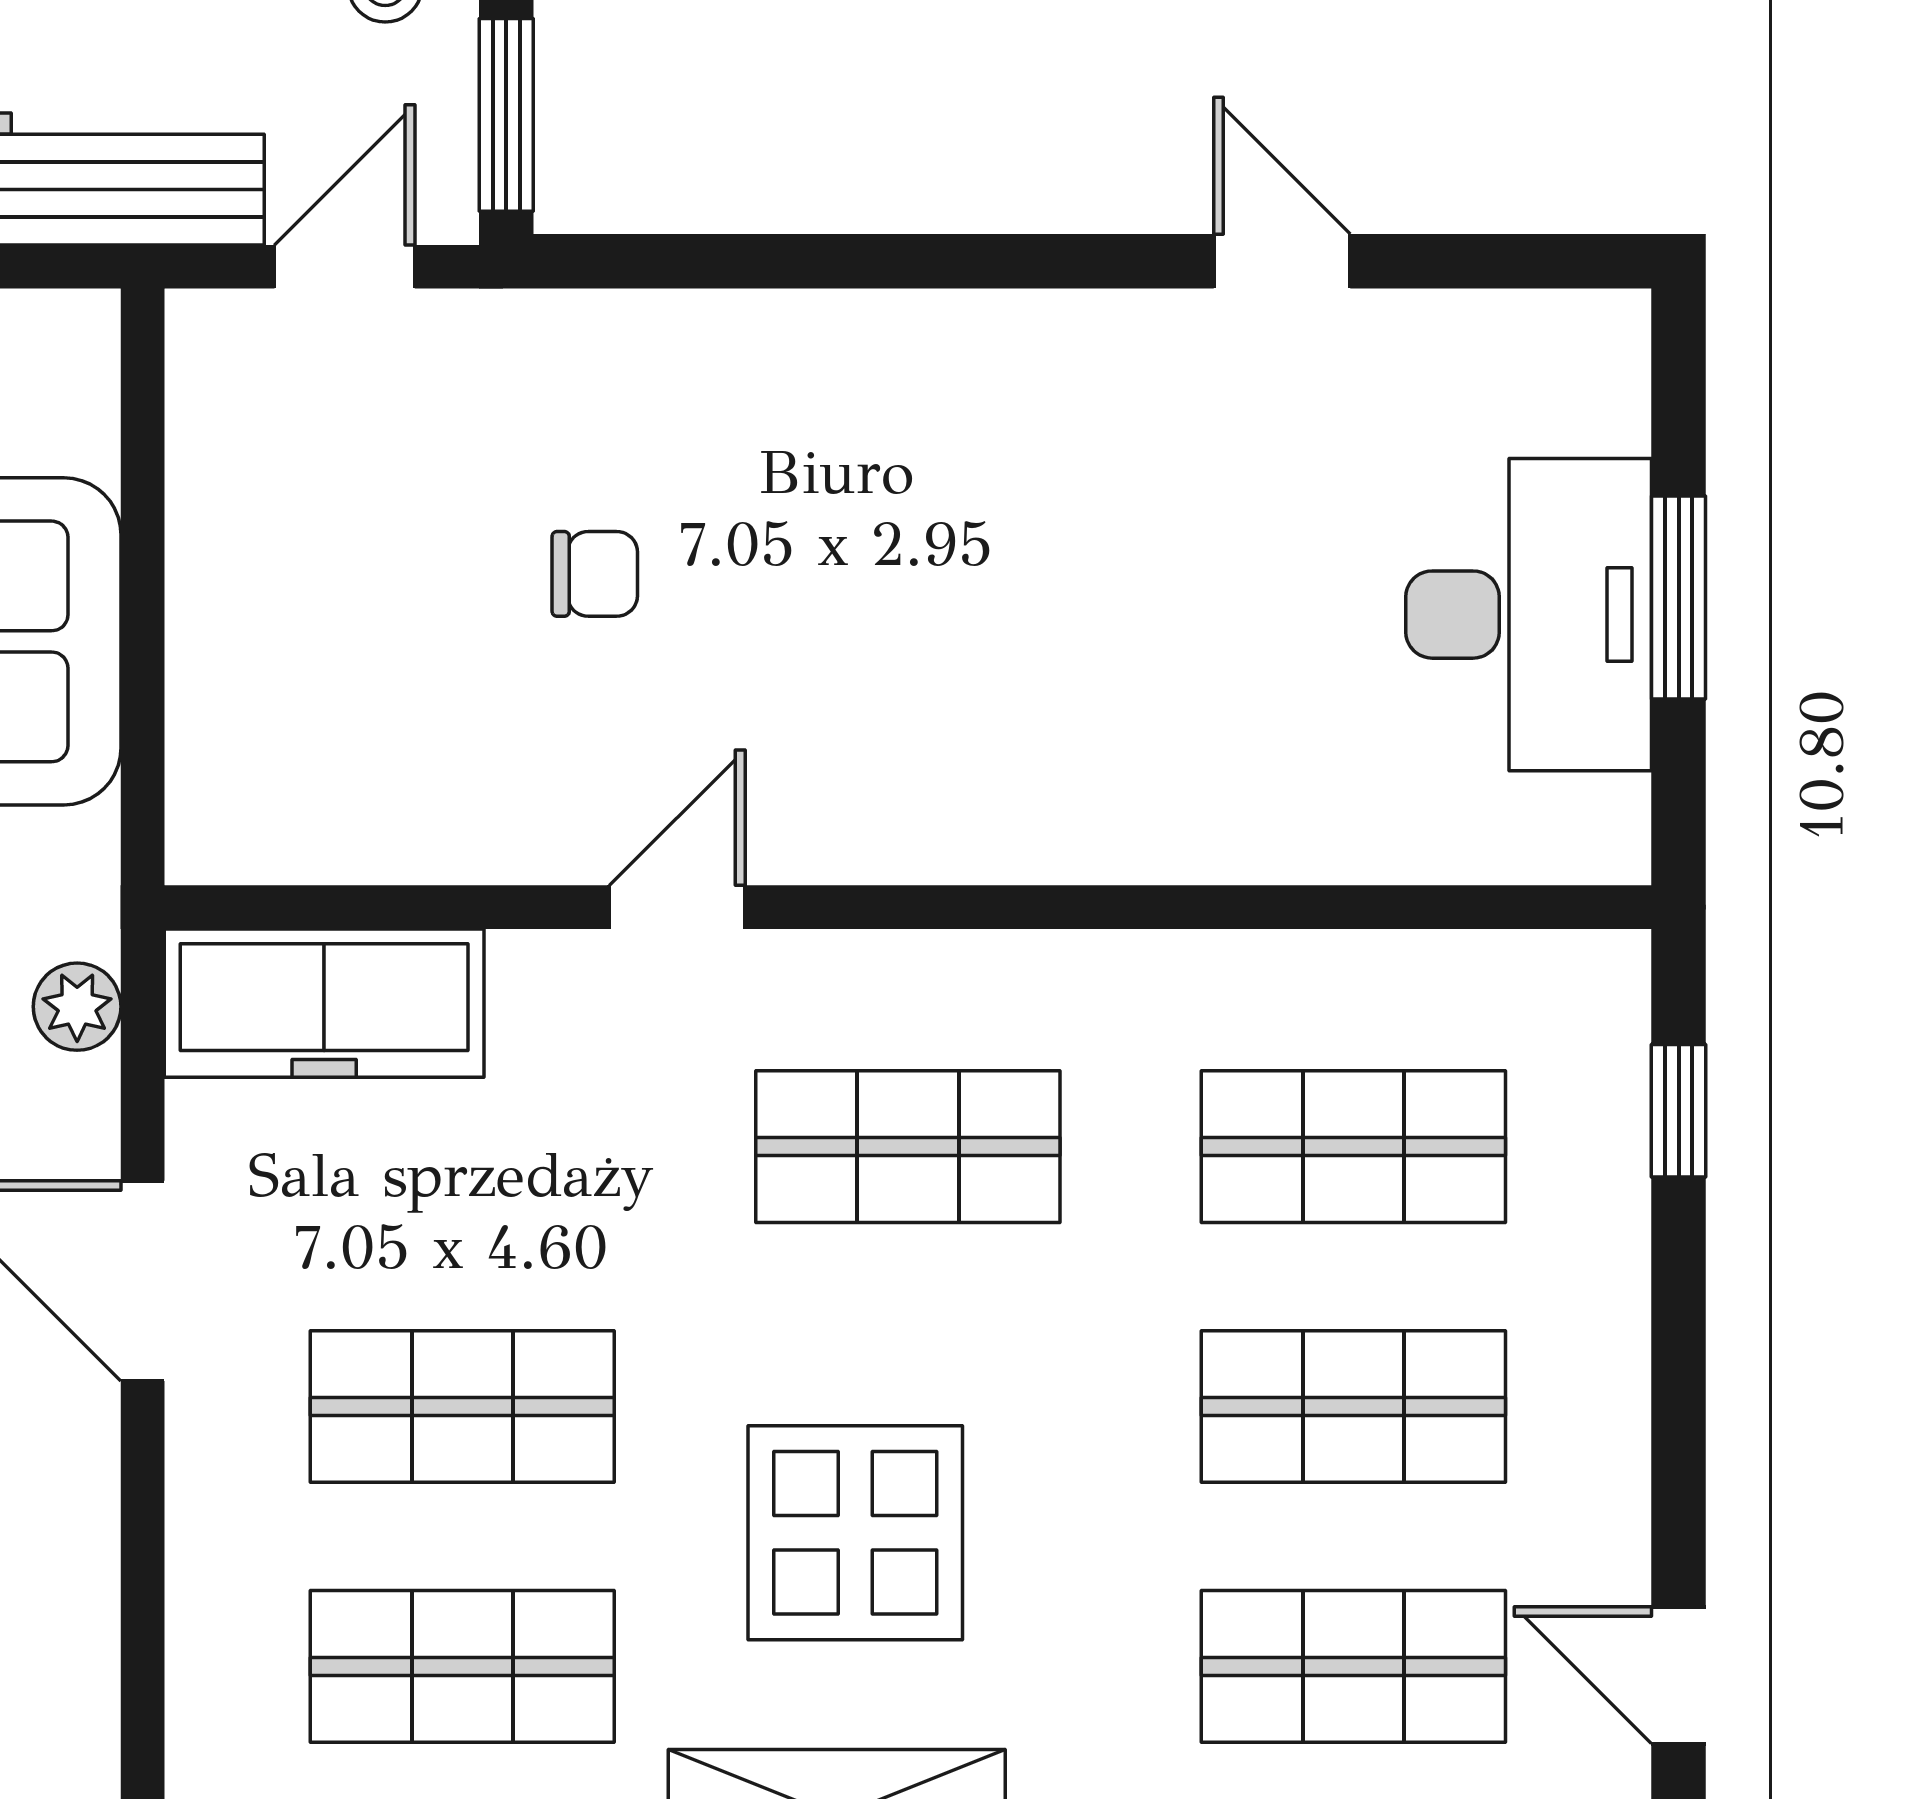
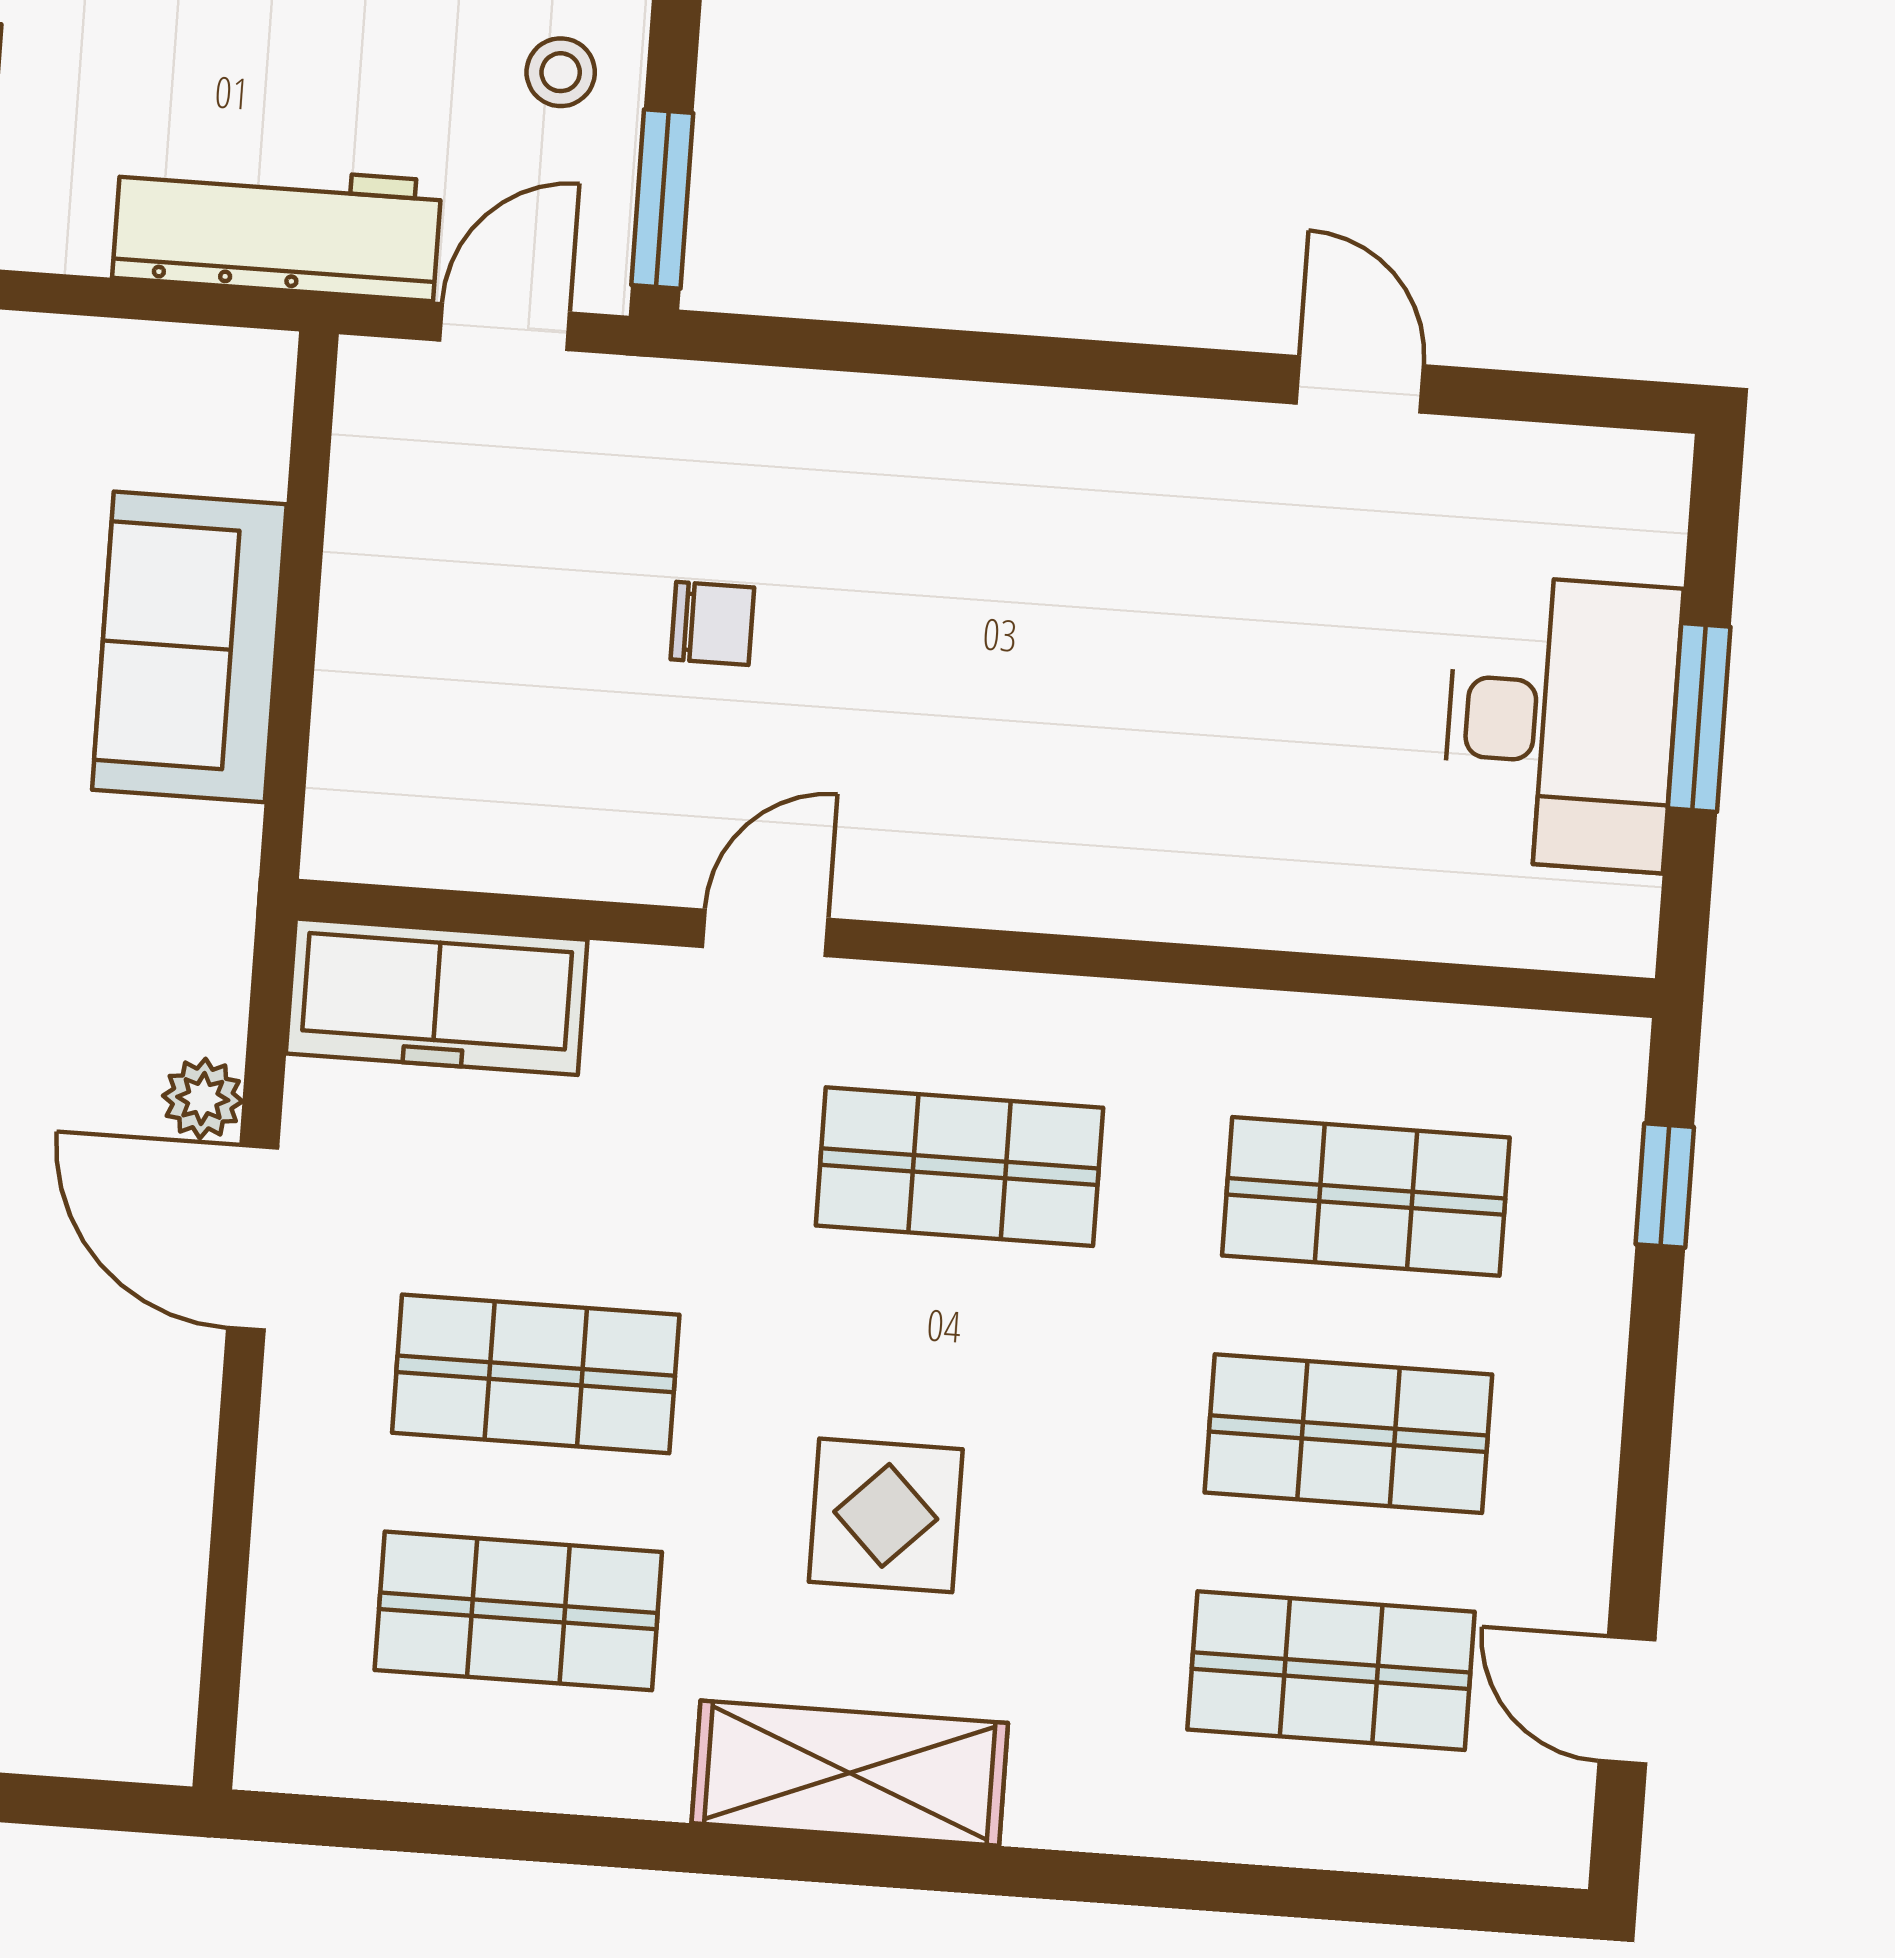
plant: (77, 1007) -> (203, 1099), moved
display table: (855, 1533) -> (886, 1515), width x0.73, depth x0.73

